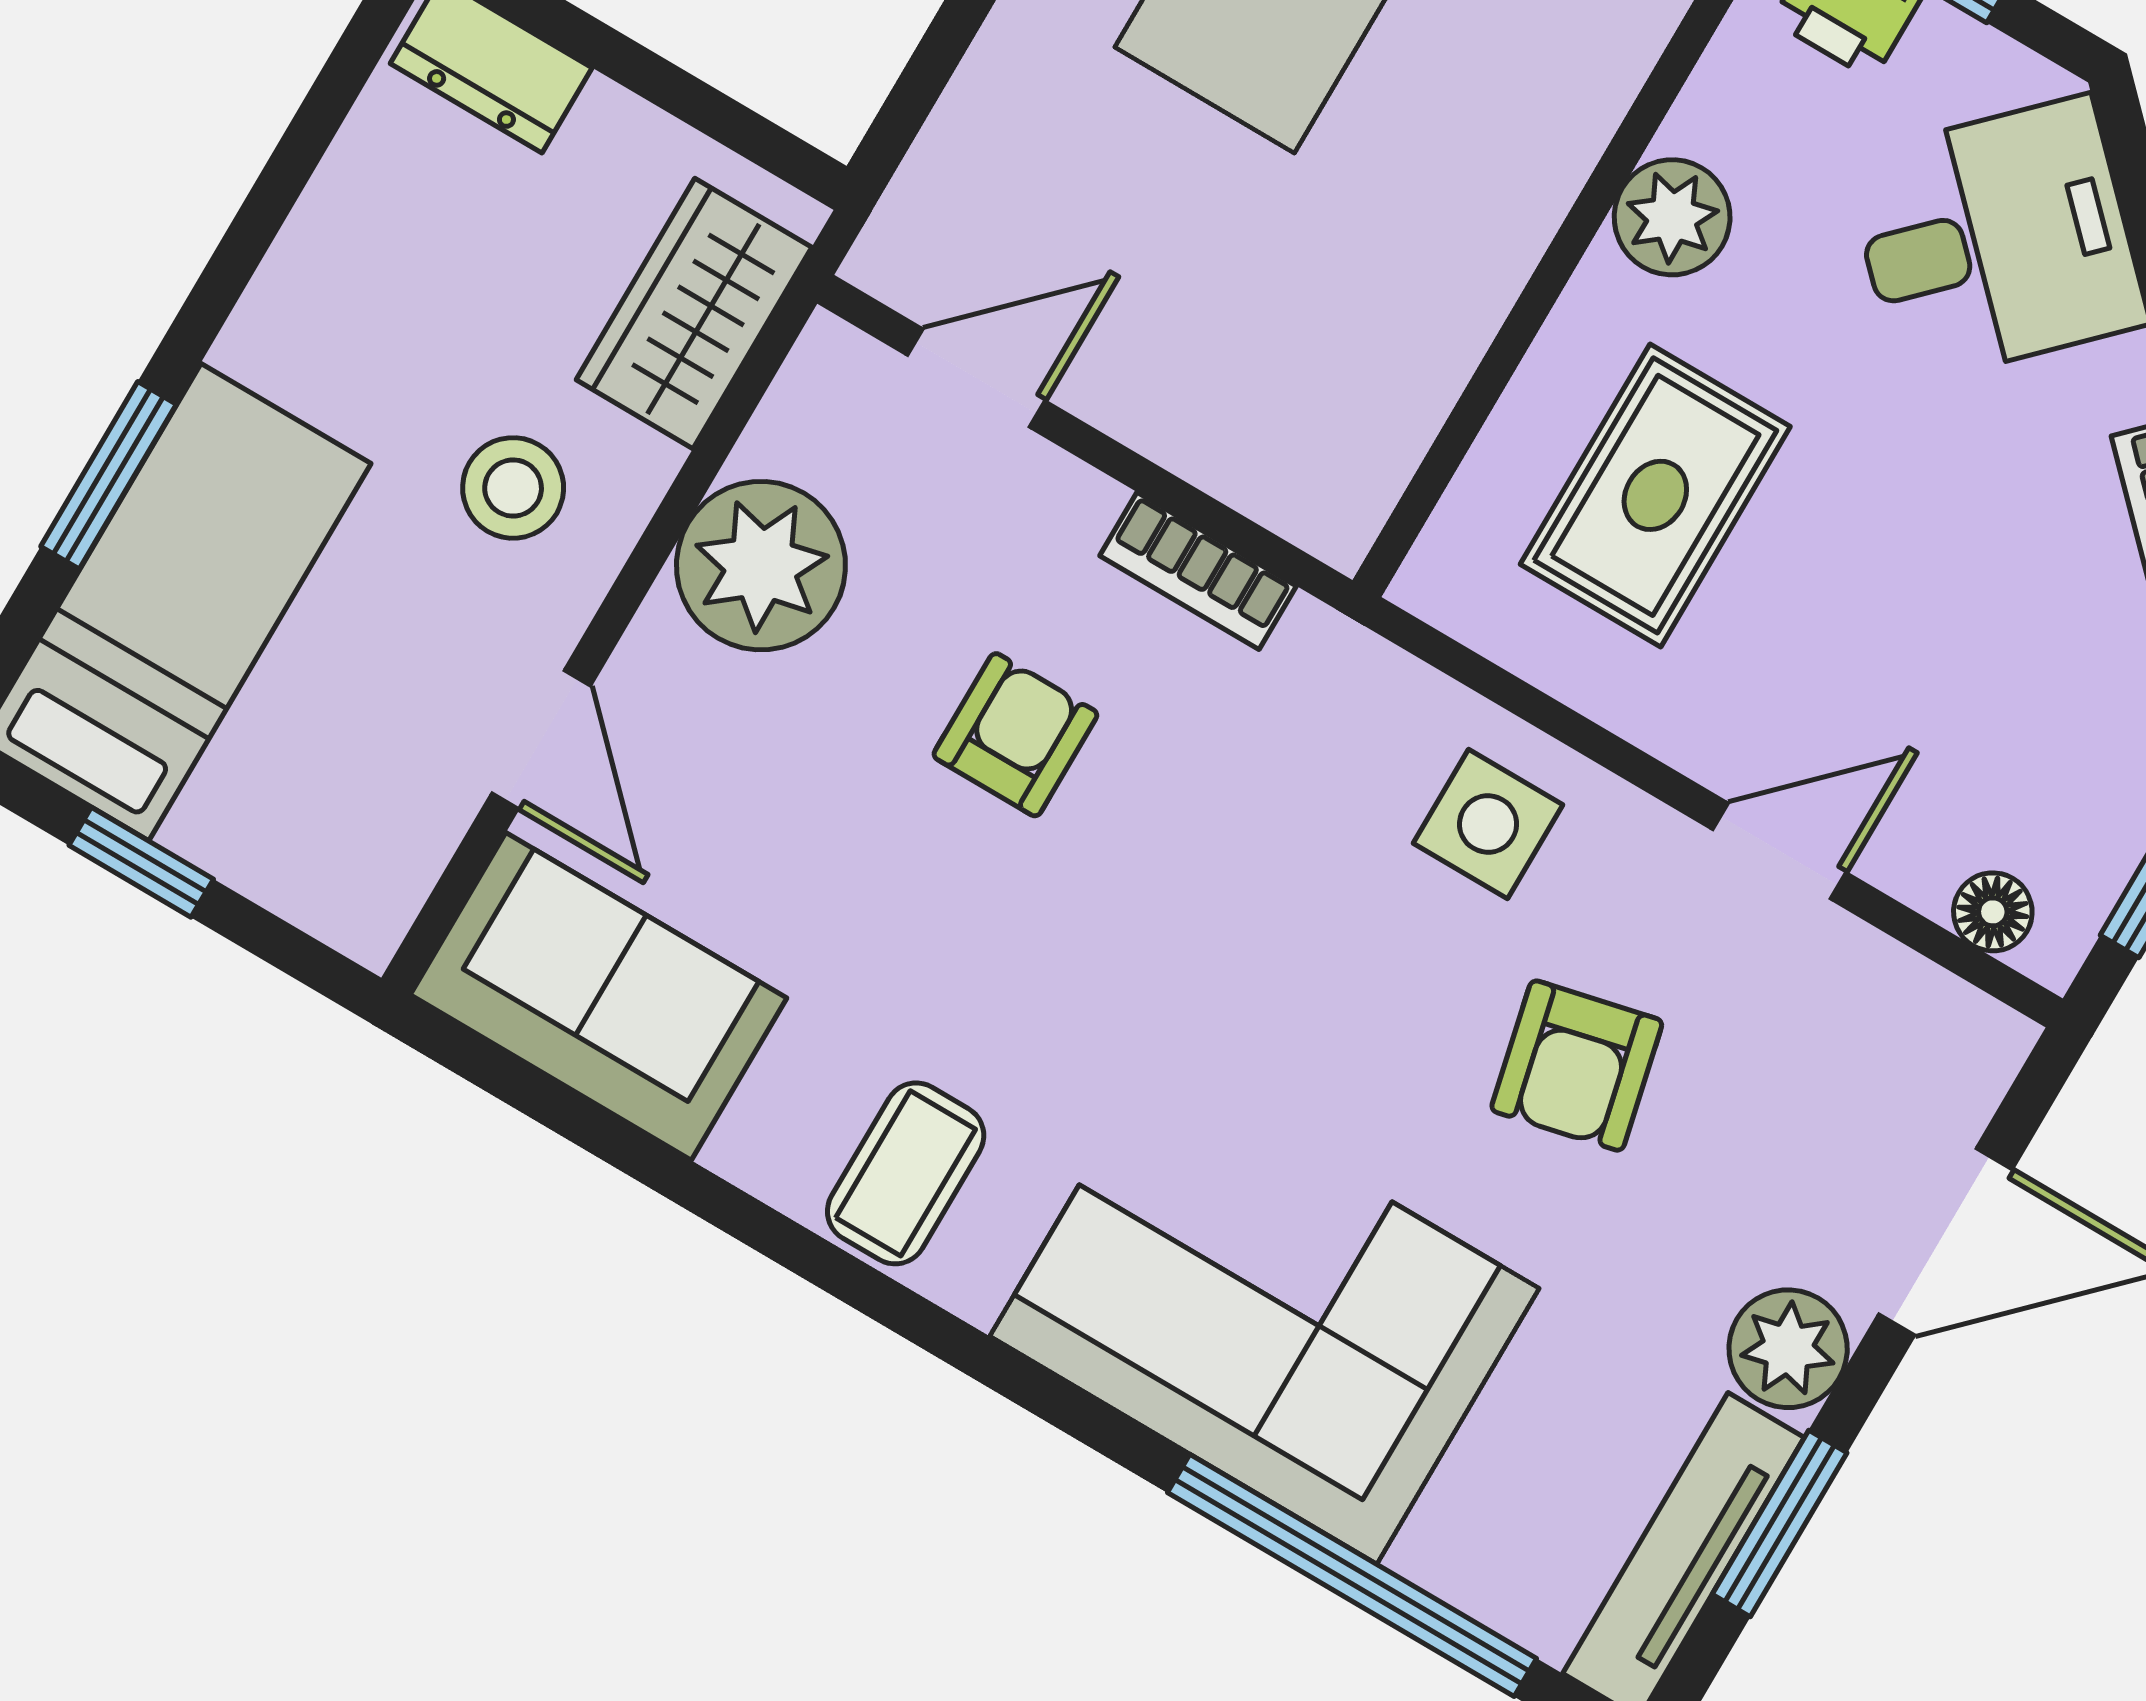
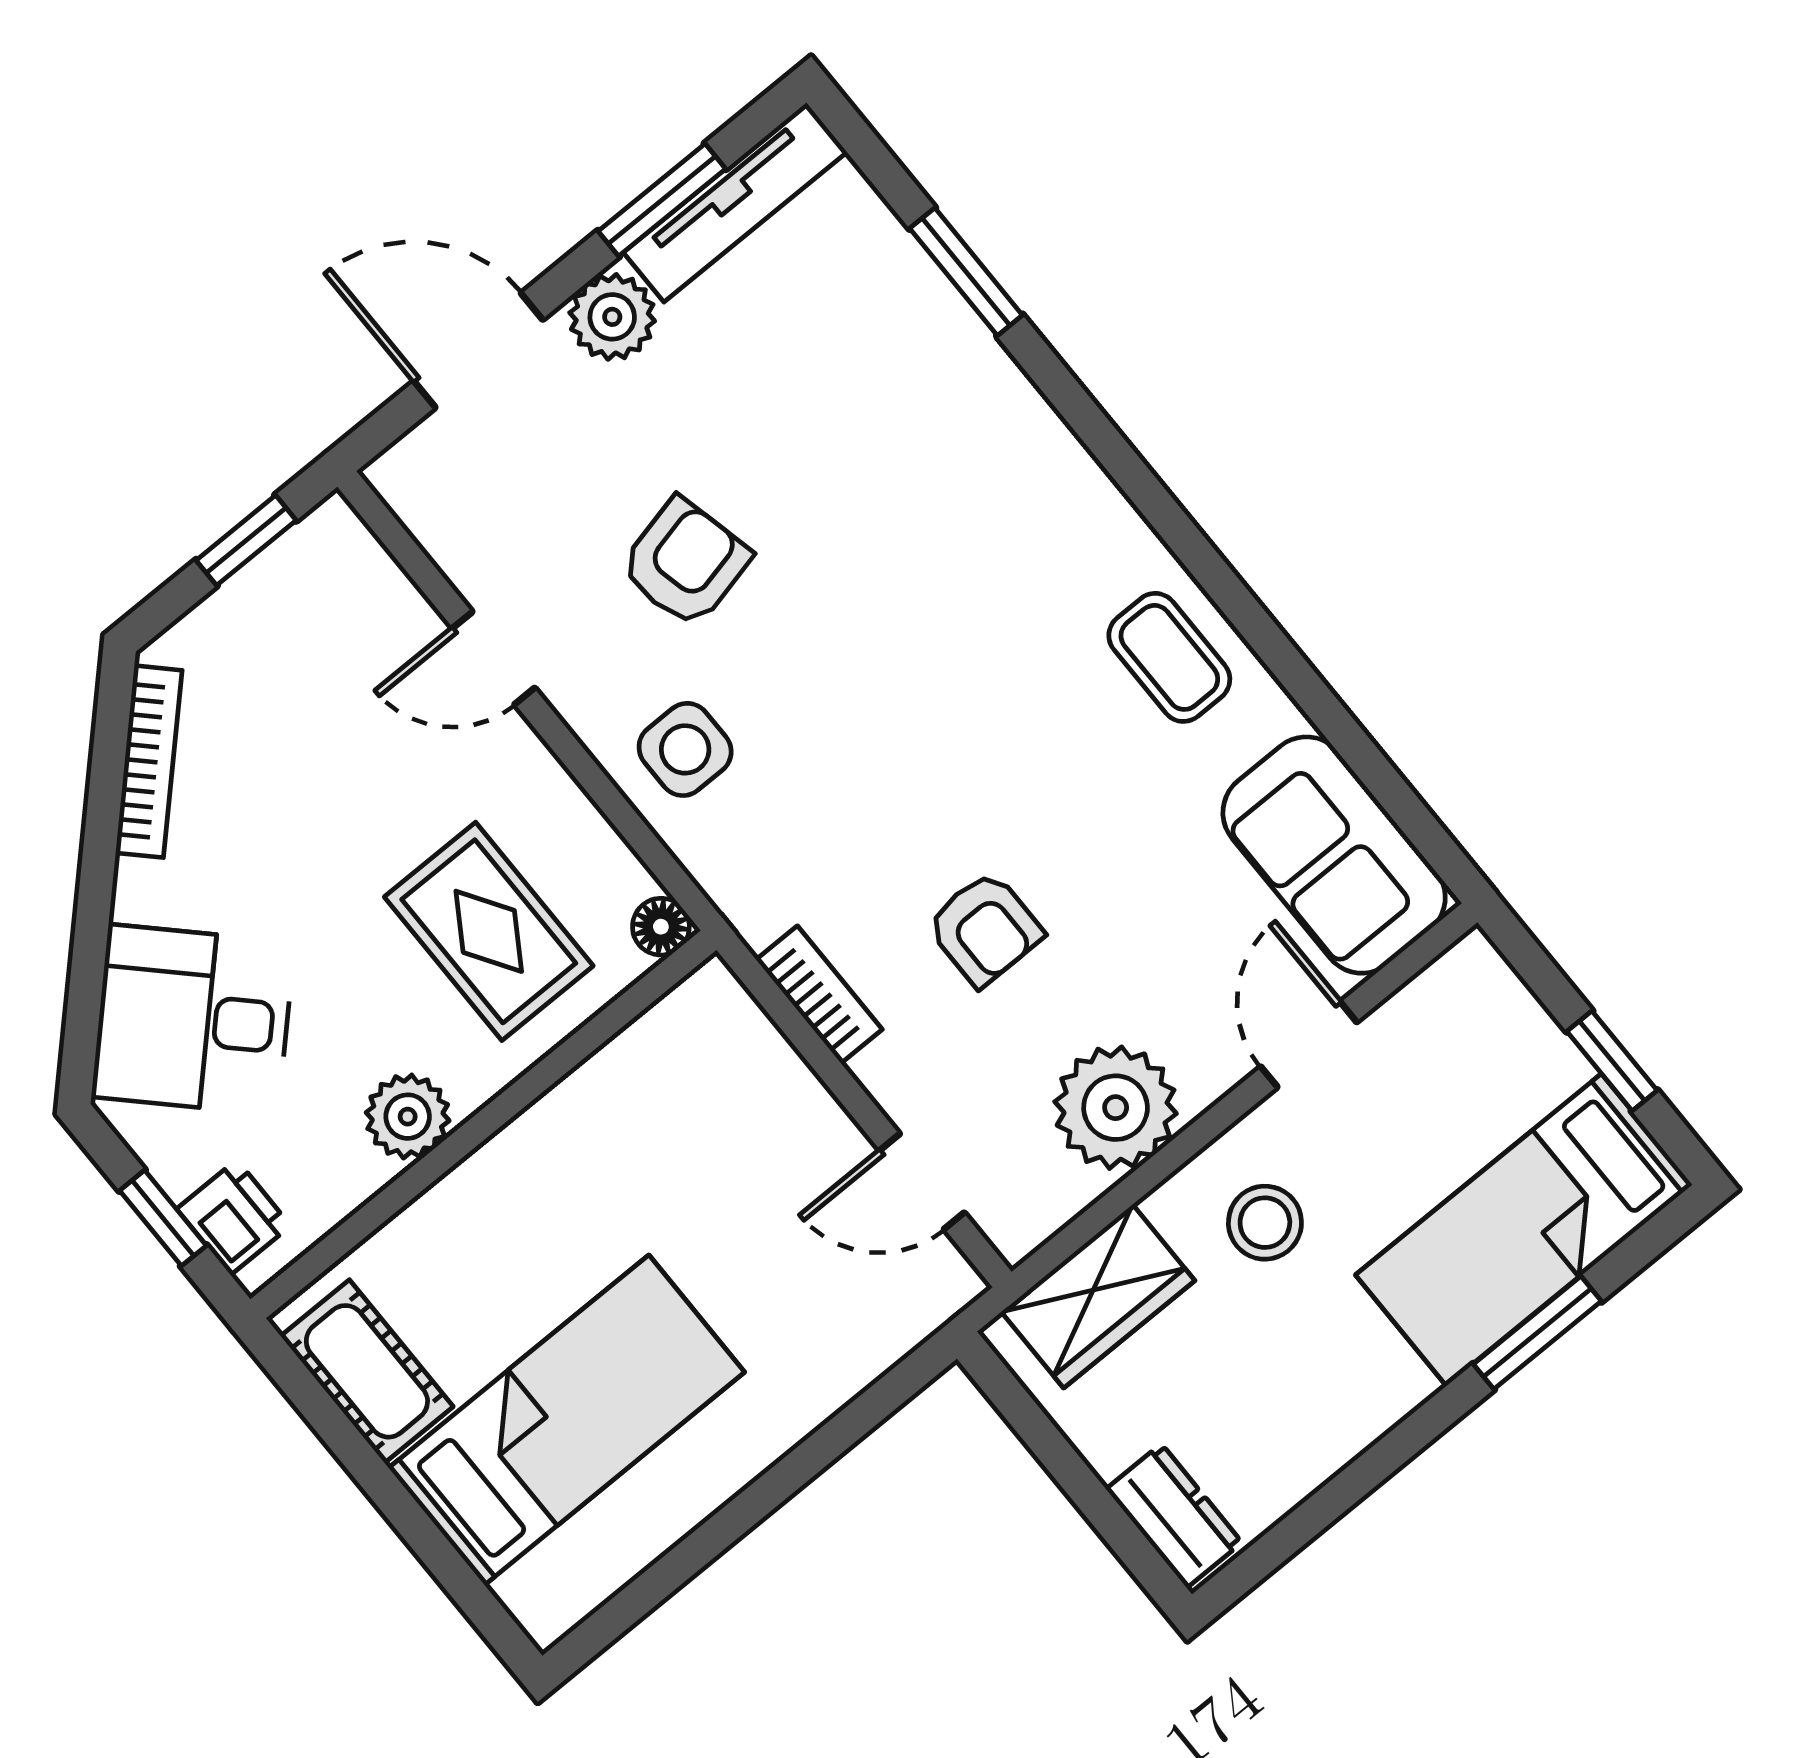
rug: (1655, 495) -> (489, 931), turned 90
armchair: (1015, 735) -> (985, 929), turned -90
floor lamp: (1993, 912) -> (661, 927), moved
coffee table: (906, 1173) -> (1169, 657), turned 90
corner sofa: (1264, 1312) -> (960, 473), removed
window: (1352, 1575) -> (966, 272), width x0.47

